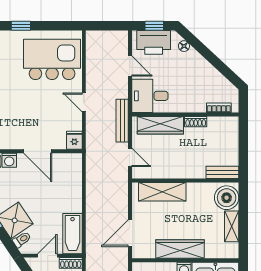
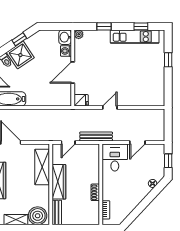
printer: (154, 42) -> (155, 160), removed
kitchen island: (52, 59) -> (142, 83), removed
wardrobe: (160, 125) -> (59, 182), moved, turned 180

